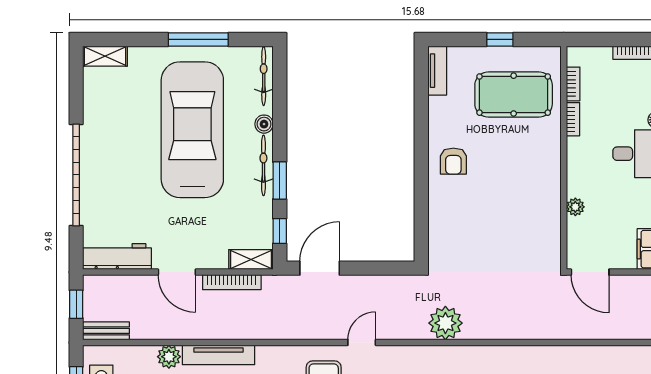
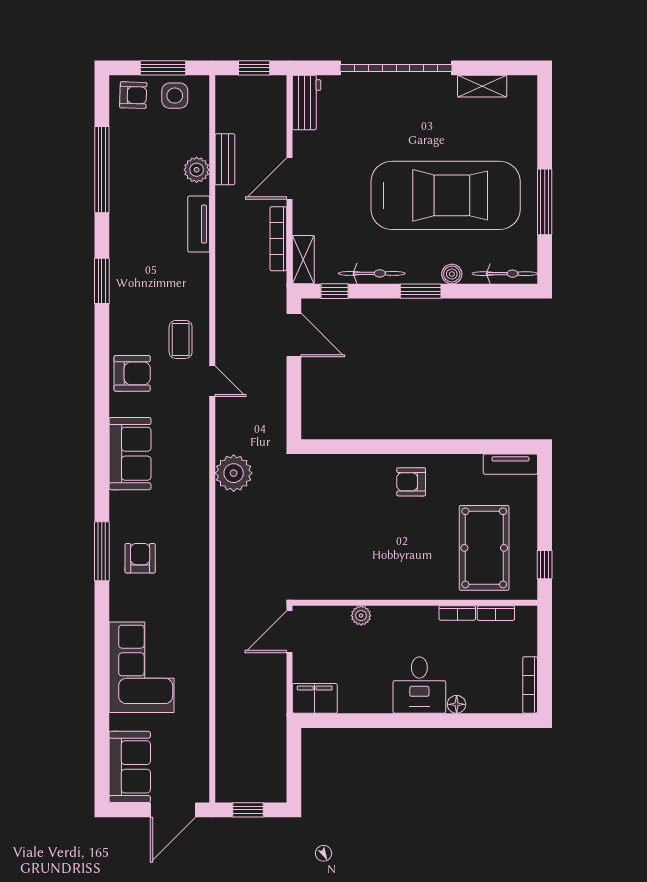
window: (500, 39) -> (545, 565), moved
shelving: (105, 56) -> (482, 86), moved, turned 90
bicycle: (263, 165) -> (372, 273), moved
window: (280, 180) -> (421, 291), moved
workbench: (117, 257) -> (306, 103), width x0.73
bench: (106, 331) -> (225, 159), moved
tv unit: (218, 355) -> (199, 224), width x0.71

